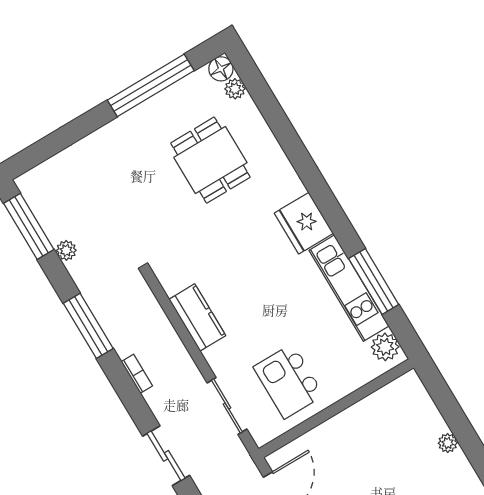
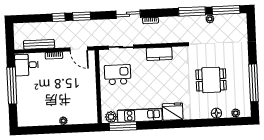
floor lamp: (221, 69) -> (216, 113), moved
dining table: (210, 160) -> (211, 80), moved
window: (374, 282) -> (123, 126), moved
window: (88, 326) -> (192, 11), moved
sliding door: (166, 456) -> (128, 14), moved

